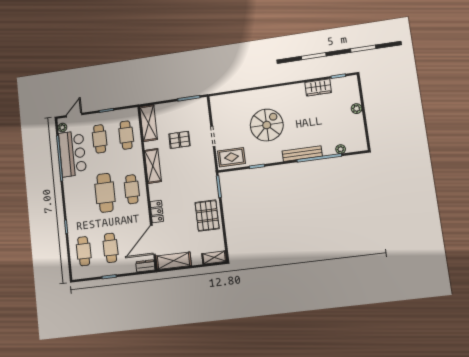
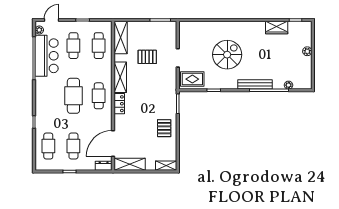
locker: (157, 212) -> (119, 104), moved
pallet: (207, 216) -> (164, 128), width x0.67, depth x0.71

